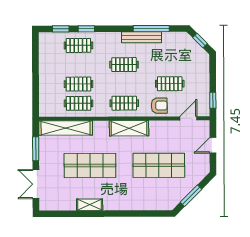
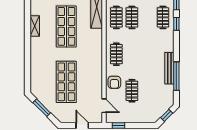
clothes rail: (124, 65) -> (147, 54), removed
shelving: (129, 128) -> (96, 58), removed

